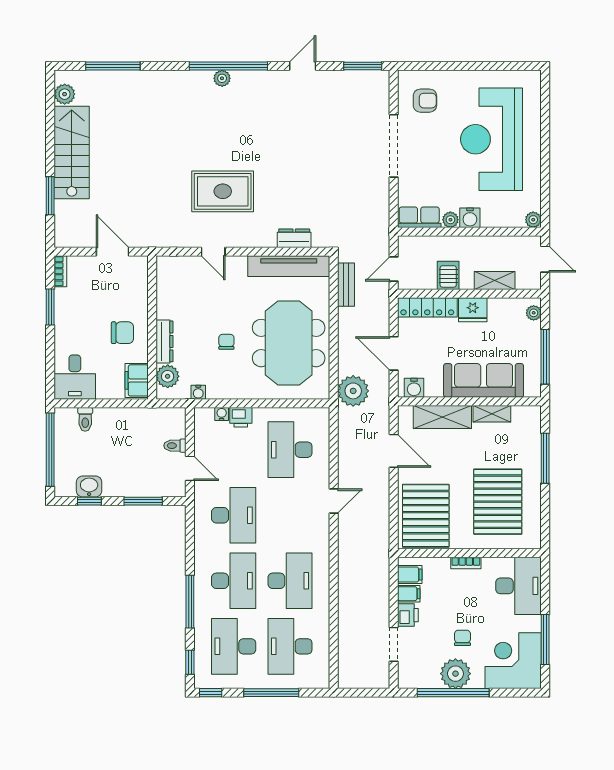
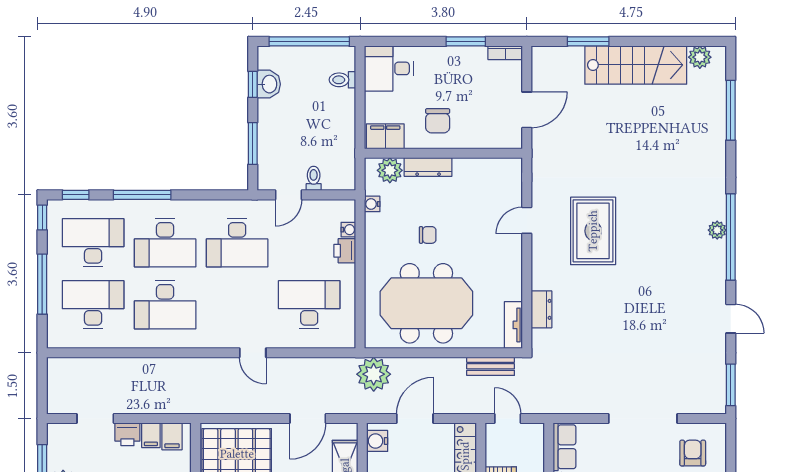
armchair: (425, 101) -> (693, 453), turned 180
tv unit: (289, 266) -> (513, 325), width x0.52, depth x0.78

